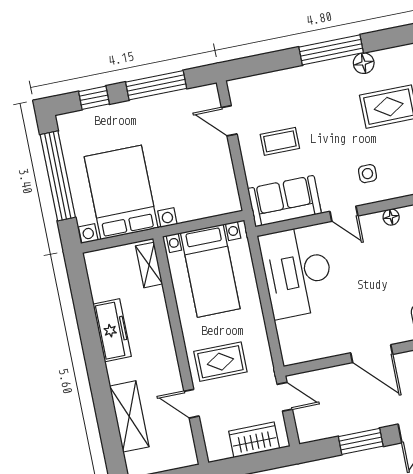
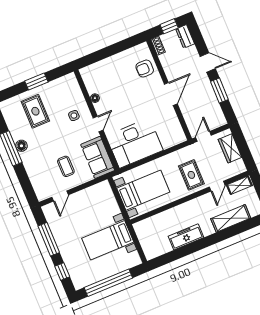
floor lamp: (364, 63) -> (21, 146), moved
bed with nightstands: (121, 192) -> (108, 240), width x0.73
shelving: (149, 265) -> (239, 185), moved

